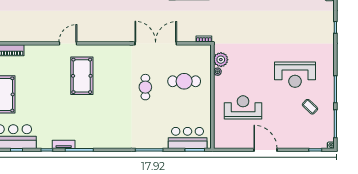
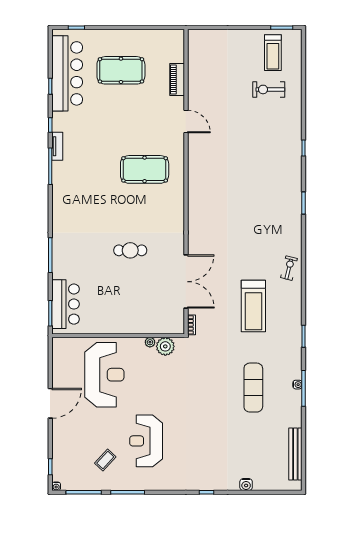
door: (68, 43) -> (186, 122), moved
double door: (156, 43) -> (186, 282), moved
cafe table: (184, 81) -> (138, 300), removed
reception desk: (243, 107) -> (104, 375), width x1.36, depth x1.30

